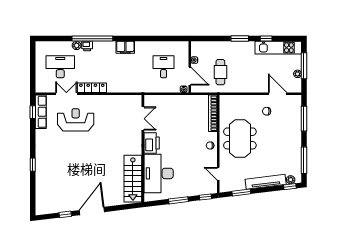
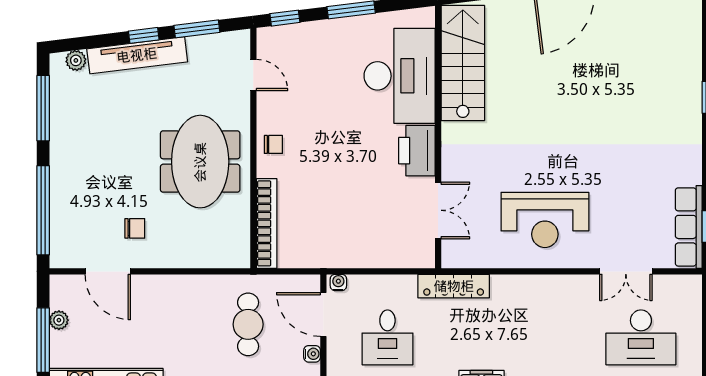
locker: (92, 88) -> (454, 286), moved
double door: (143, 119) -> (438, 210), swing flipped
window: (304, 119) -> (43, 210), width x1.46
reception desk: (76, 120) -> (545, 220), moved
window: (290, 187) -> (144, 35), moved

